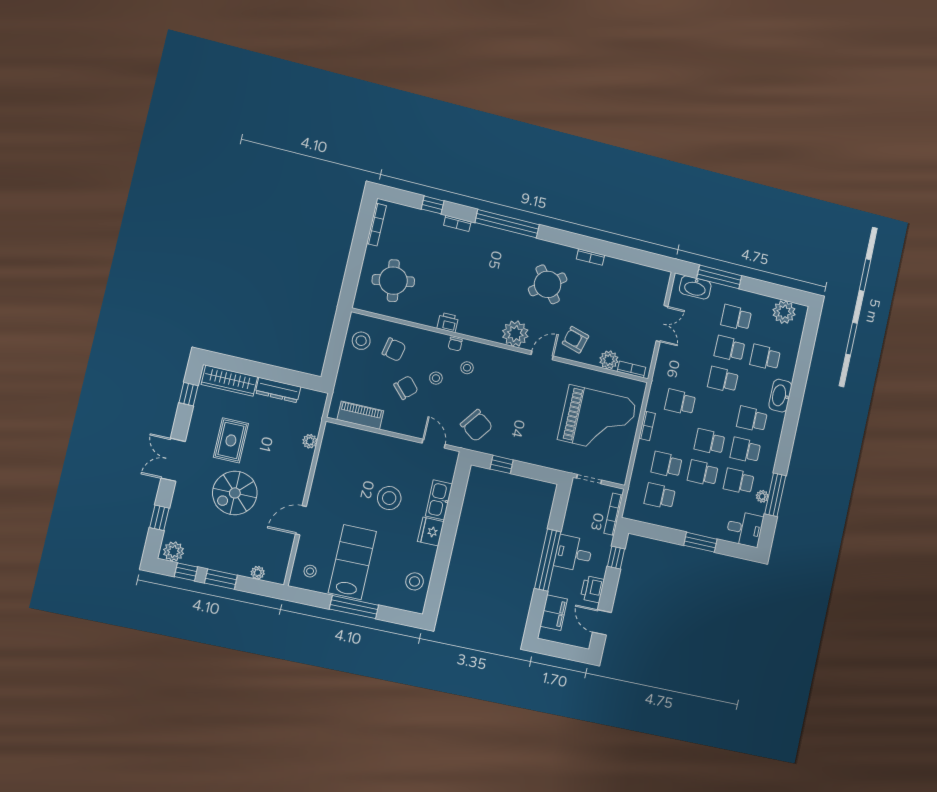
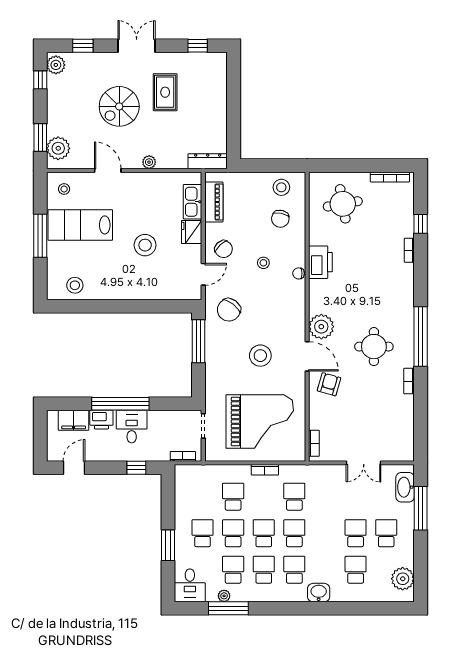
window: (507, 224) -> (421, 337), moved
round table: (548, 284) -> (374, 347), turned 37
printer: (448, 322) -> (320, 262), width x1.87, depth x1.48
door: (542, 355) -> (307, 356), width x1.38
plant: (609, 360) -> (318, 420), removed
stool: (467, 368) -> (260, 356), moved, width x1.89, depth x1.89
school desk: (723, 380) -> (294, 533), moved
wardrobe: (229, 381) -> (218, 79), removed
chair: (406, 388) -> (224, 249), moved
dresser: (278, 390) -> (208, 161), moved, turned 90
washbasin: (780, 396) -> (319, 593), width x0.72
grand piano: (597, 420) -> (260, 421), turned -90
rug: (231, 440) -> (165, 92), turned 90
plant: (310, 441) -> (149, 162), moved
window: (502, 464) -> (198, 341), width x2.17
spiral stairs: (235, 493) -> (119, 106), turned -90
school desk: (660, 496) -> (203, 533), moved
kitchen sink: (439, 500) -> (193, 202), moved, turned -90
bookcase: (613, 514) -> (183, 456), width x0.64
fridge: (431, 532) -> (192, 232), moved, turned -90
lab bench: (352, 562) -> (80, 225), turned 180
plant: (258, 573) -> (58, 148), width x1.88, depth x1.88
window: (221, 579) -> (40, 138), moved
printer: (592, 589) -> (101, 420), moved, turned 180

